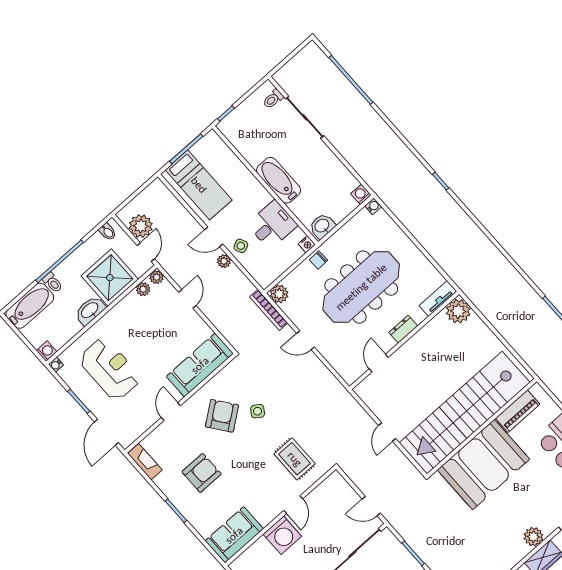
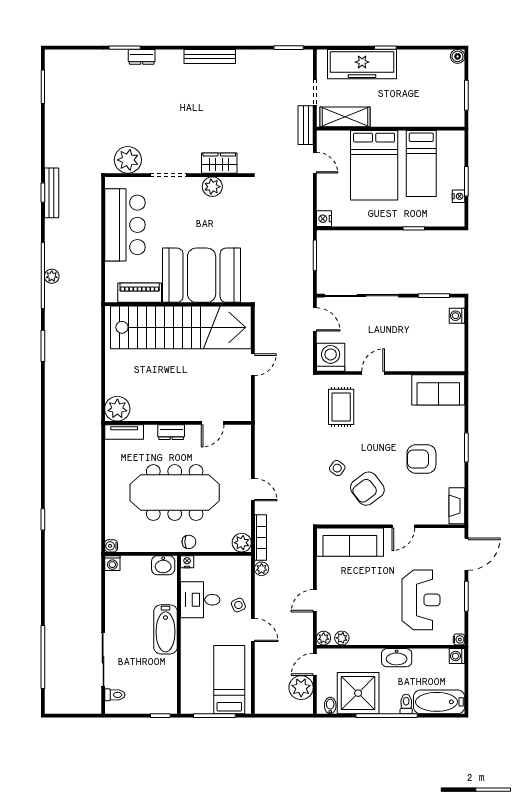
plant: (224, 261) -> (262, 569), moved
shower: (110, 278) -> (358, 693), moved
reception desk: (110, 369) -> (421, 600), turned 180
washing machine: (282, 535) -> (331, 357), moved

